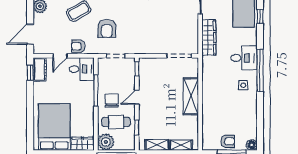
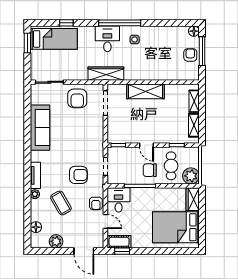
armchair: (184, 28) -> (77, 98), added
wardrobe: (209, 38) -> (106, 74), moved

